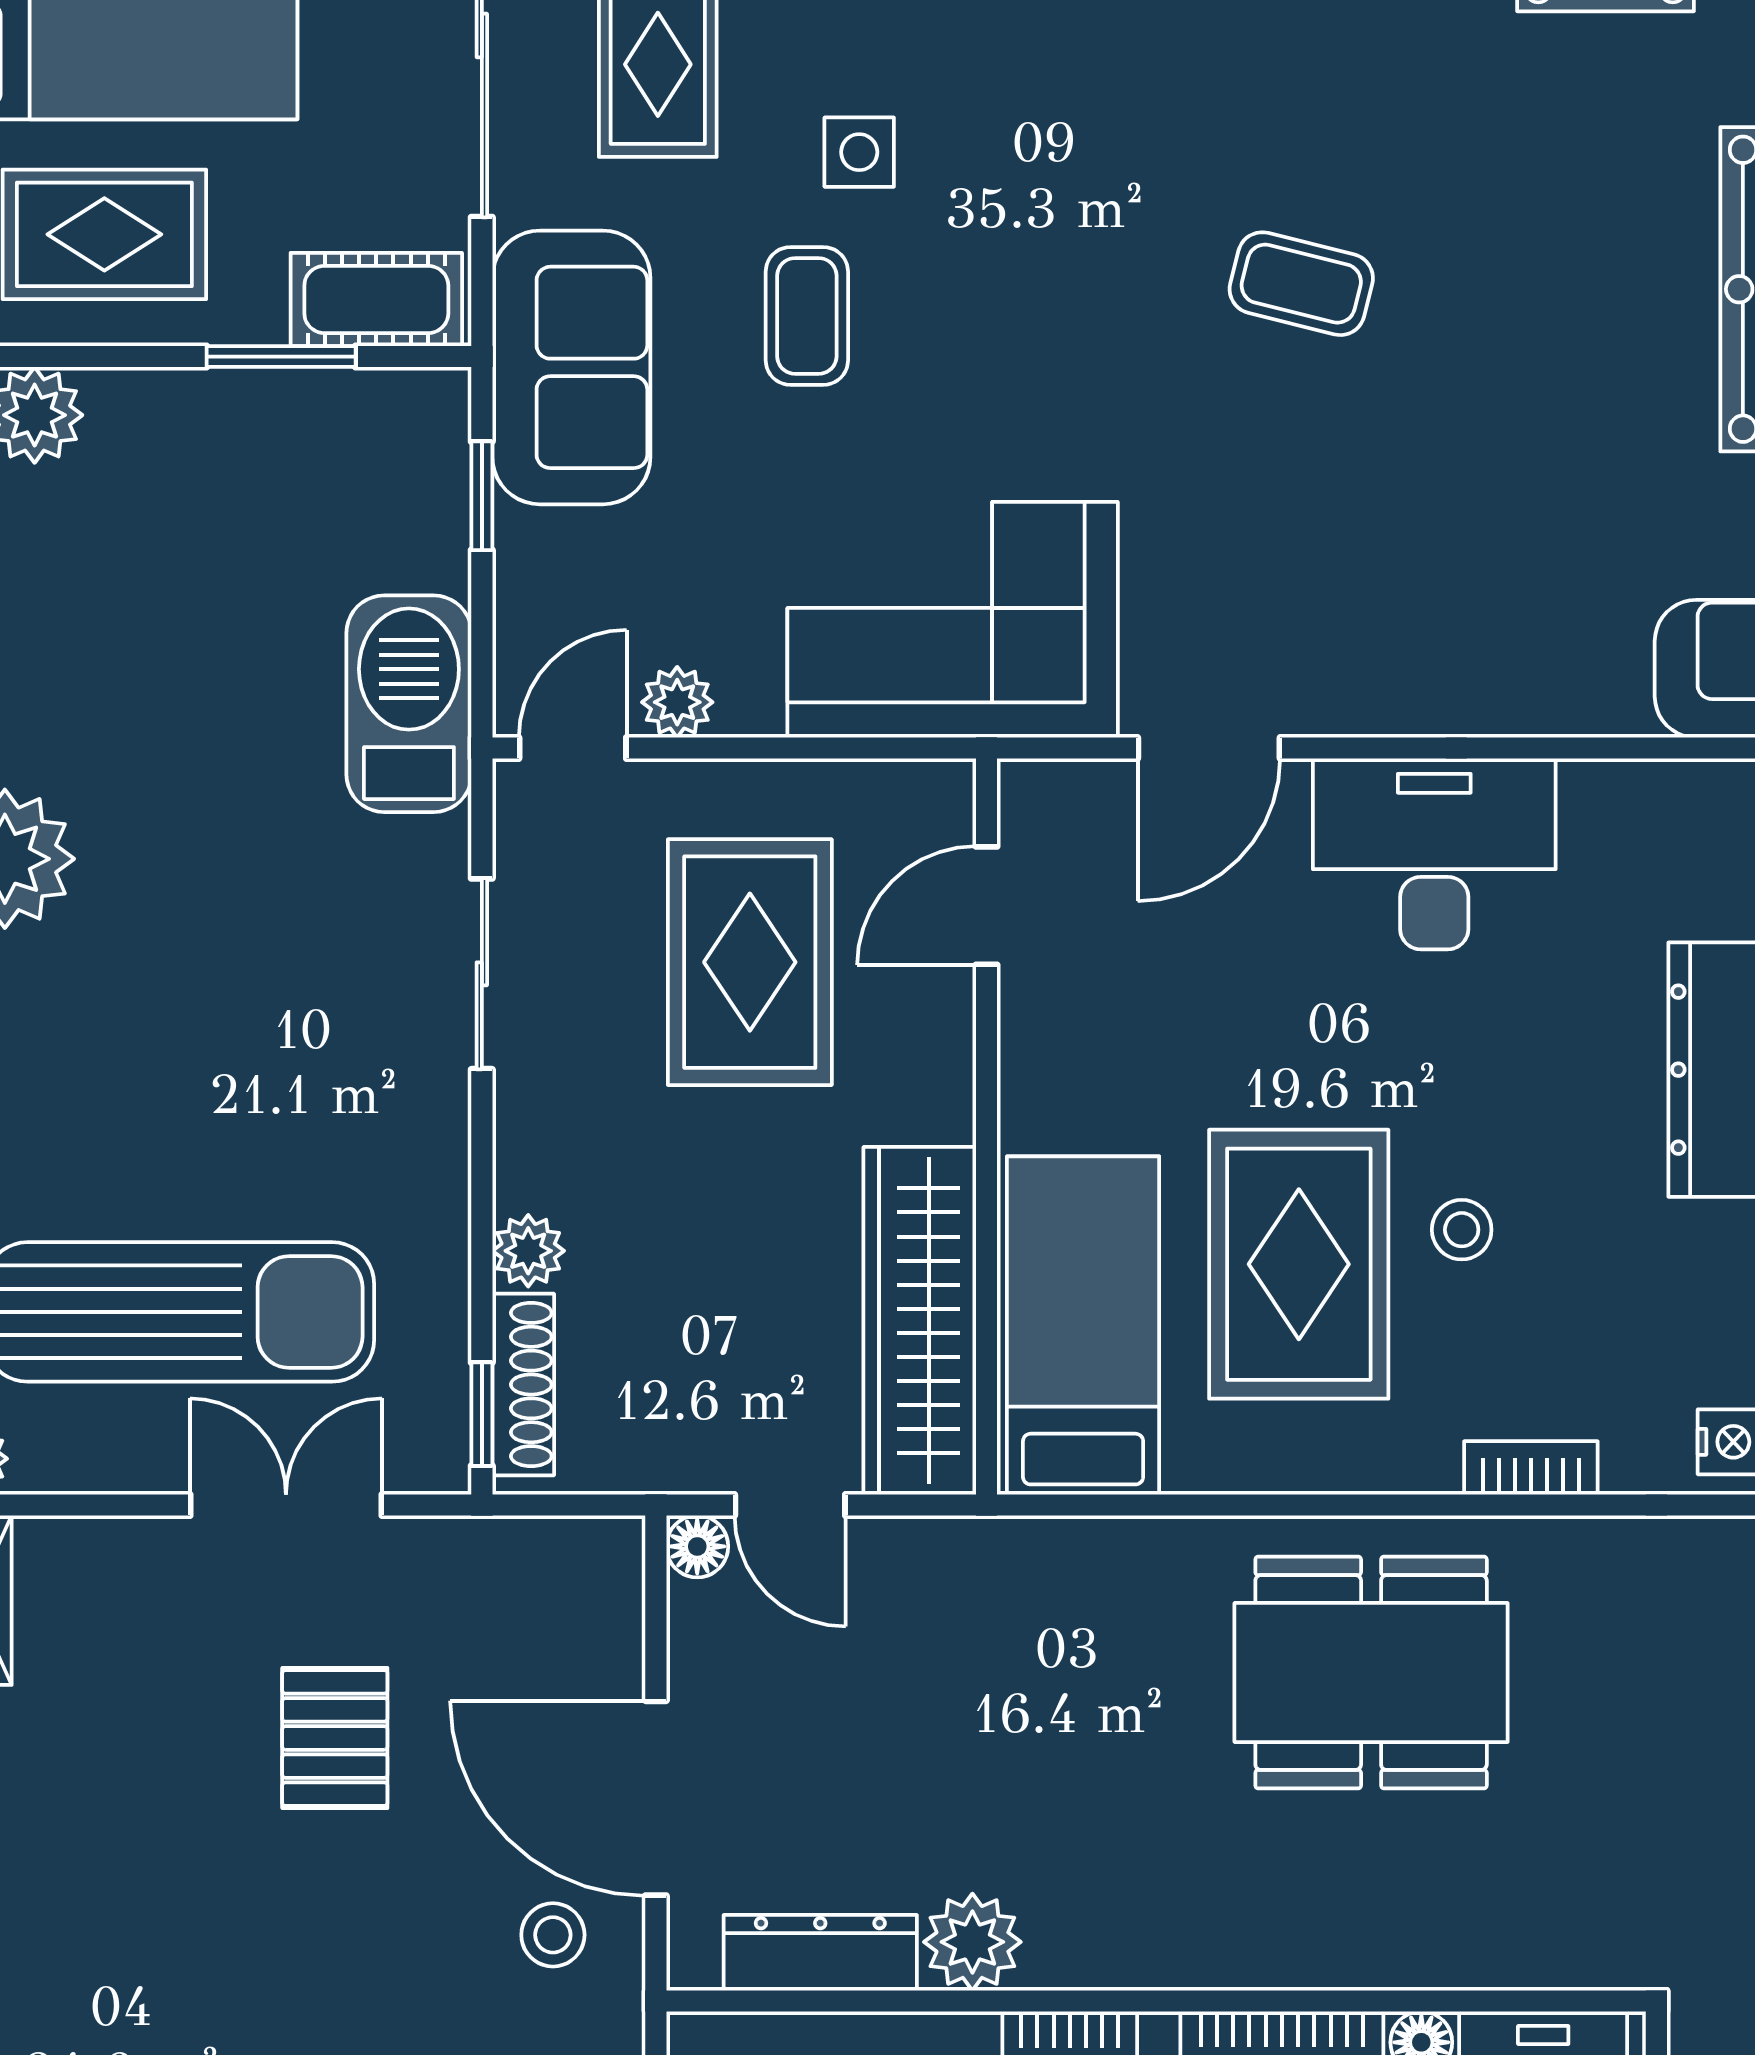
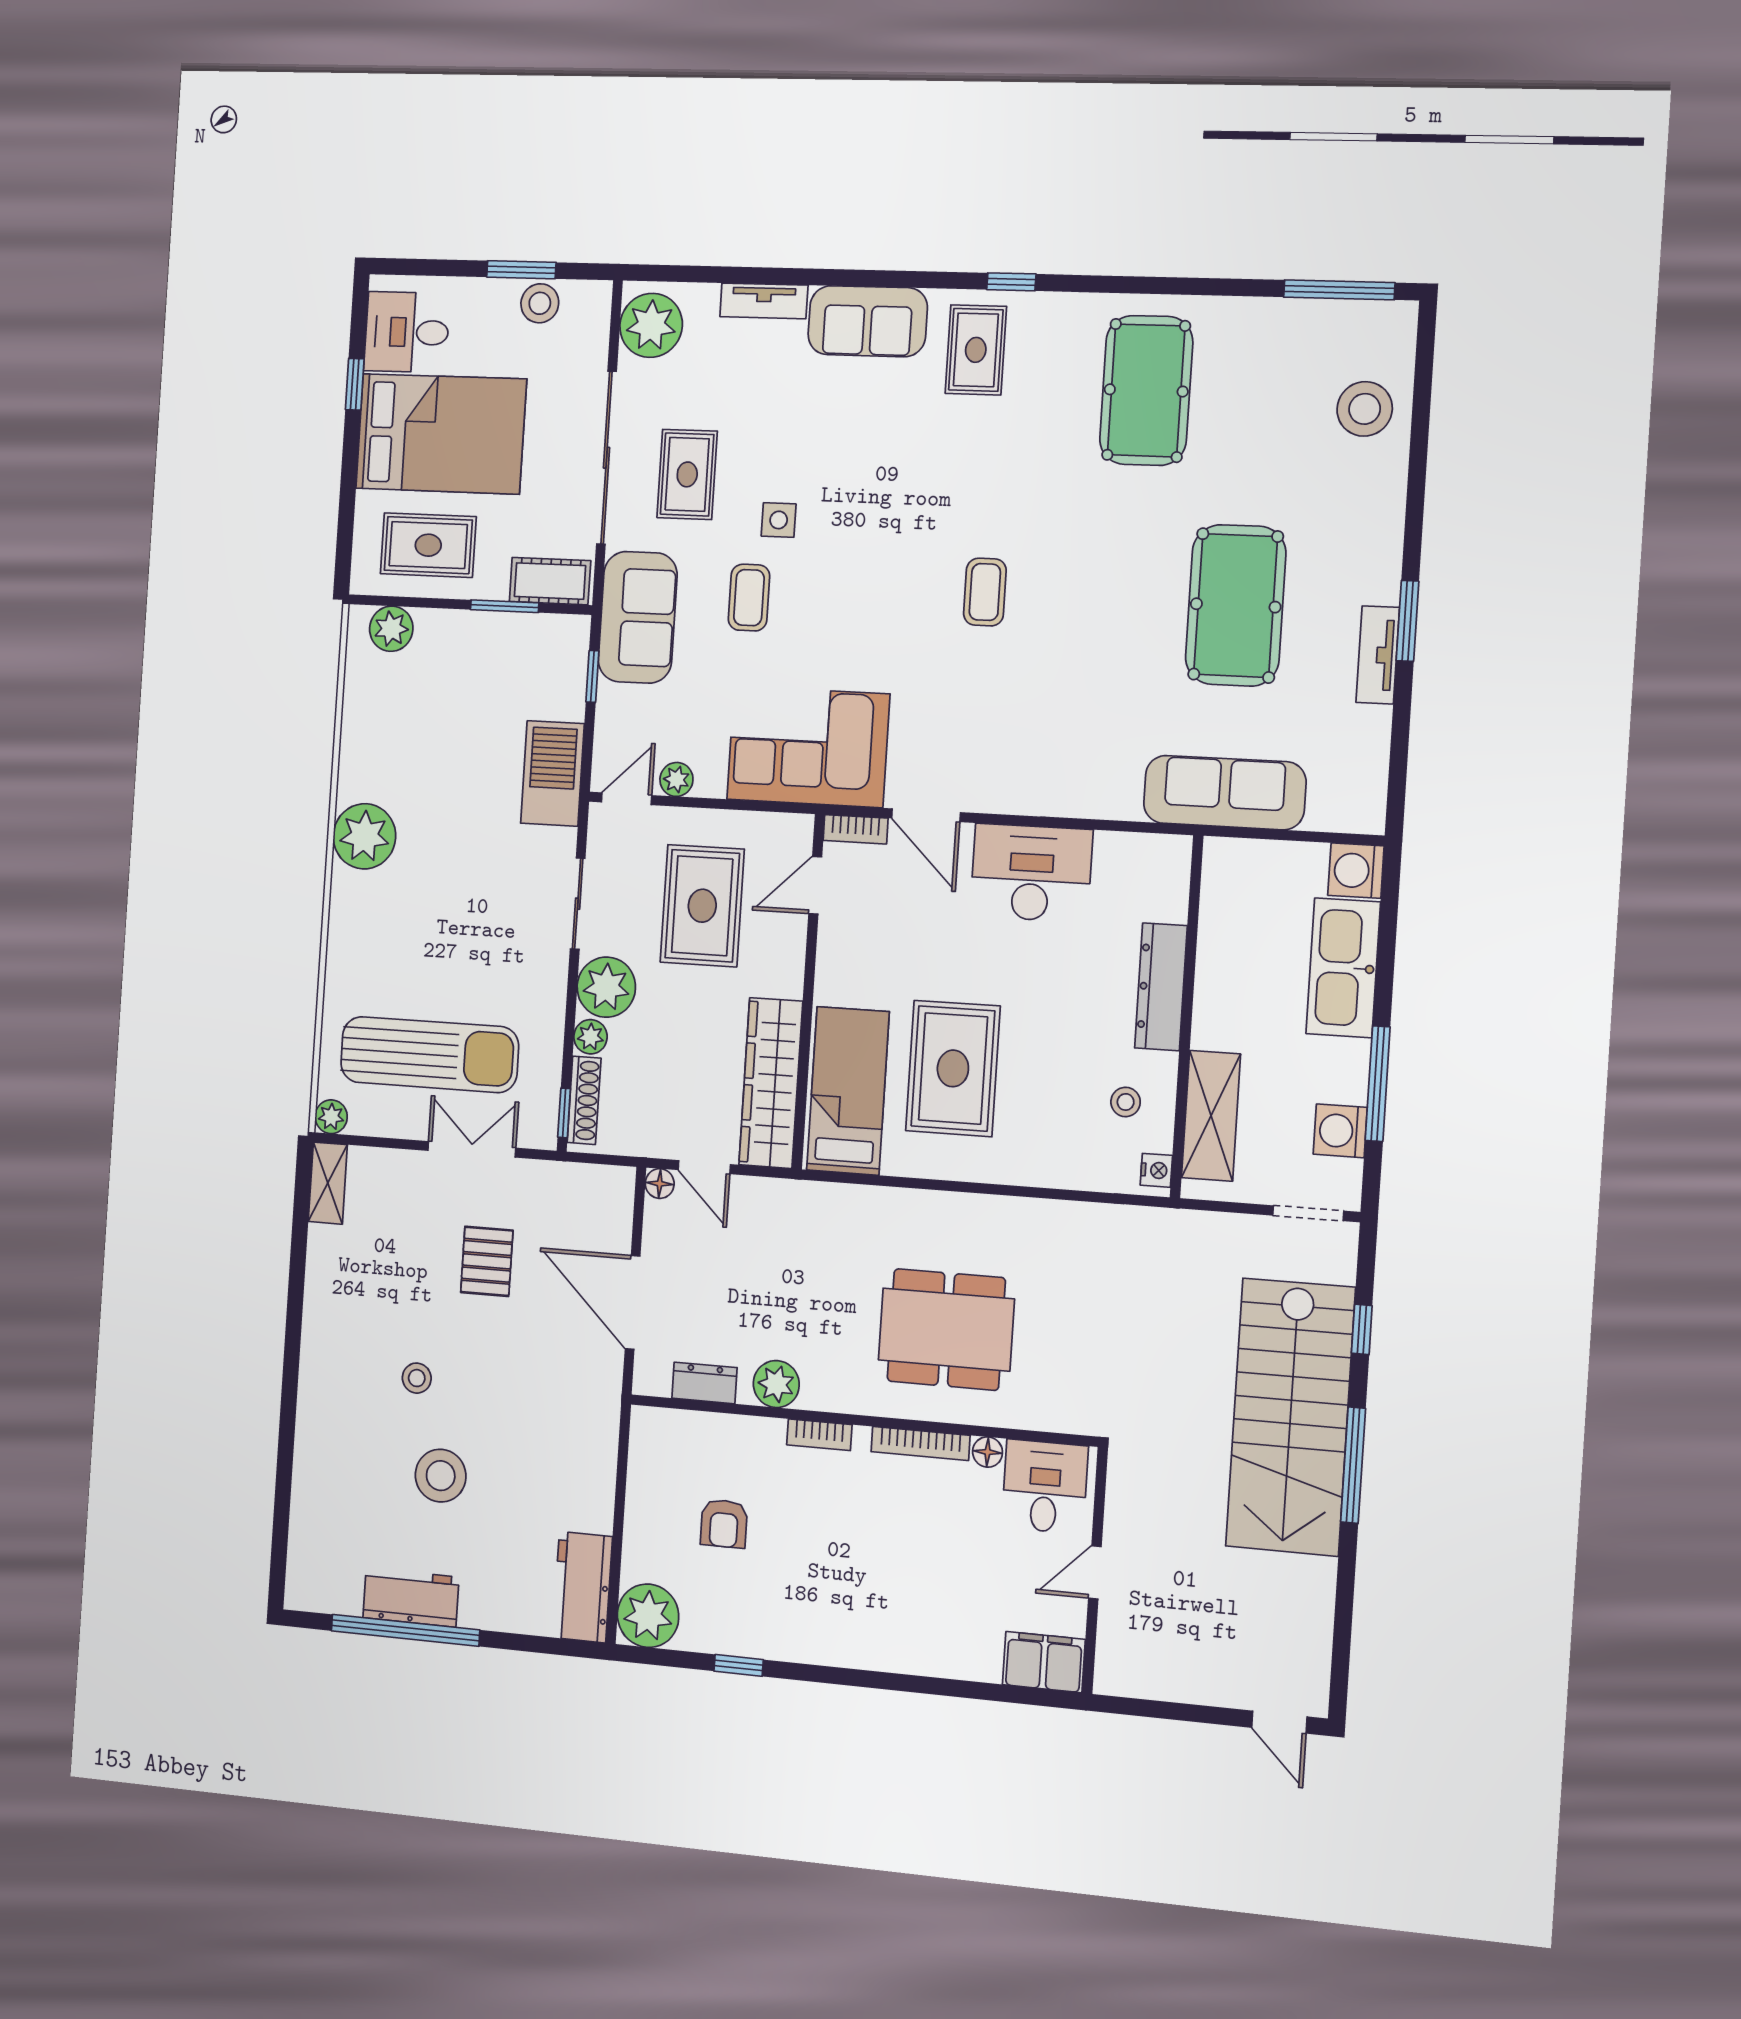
coffee table: (1301, 284) -> (985, 592), turned 76
door: (1209, 748) -> (926, 815), hinge flipped
plant: (555, 1145) -> (606, 987), added
stool: (1462, 1230) -> (1126, 1102), moved
bookcase: (1531, 1468) -> (856, 829), moved, turned 180
dining table: (1371, 1673) -> (946, 1330), moved
stool: (553, 1935) -> (417, 1378), moved
dresser: (820, 1953) -> (704, 1383), width x0.70

